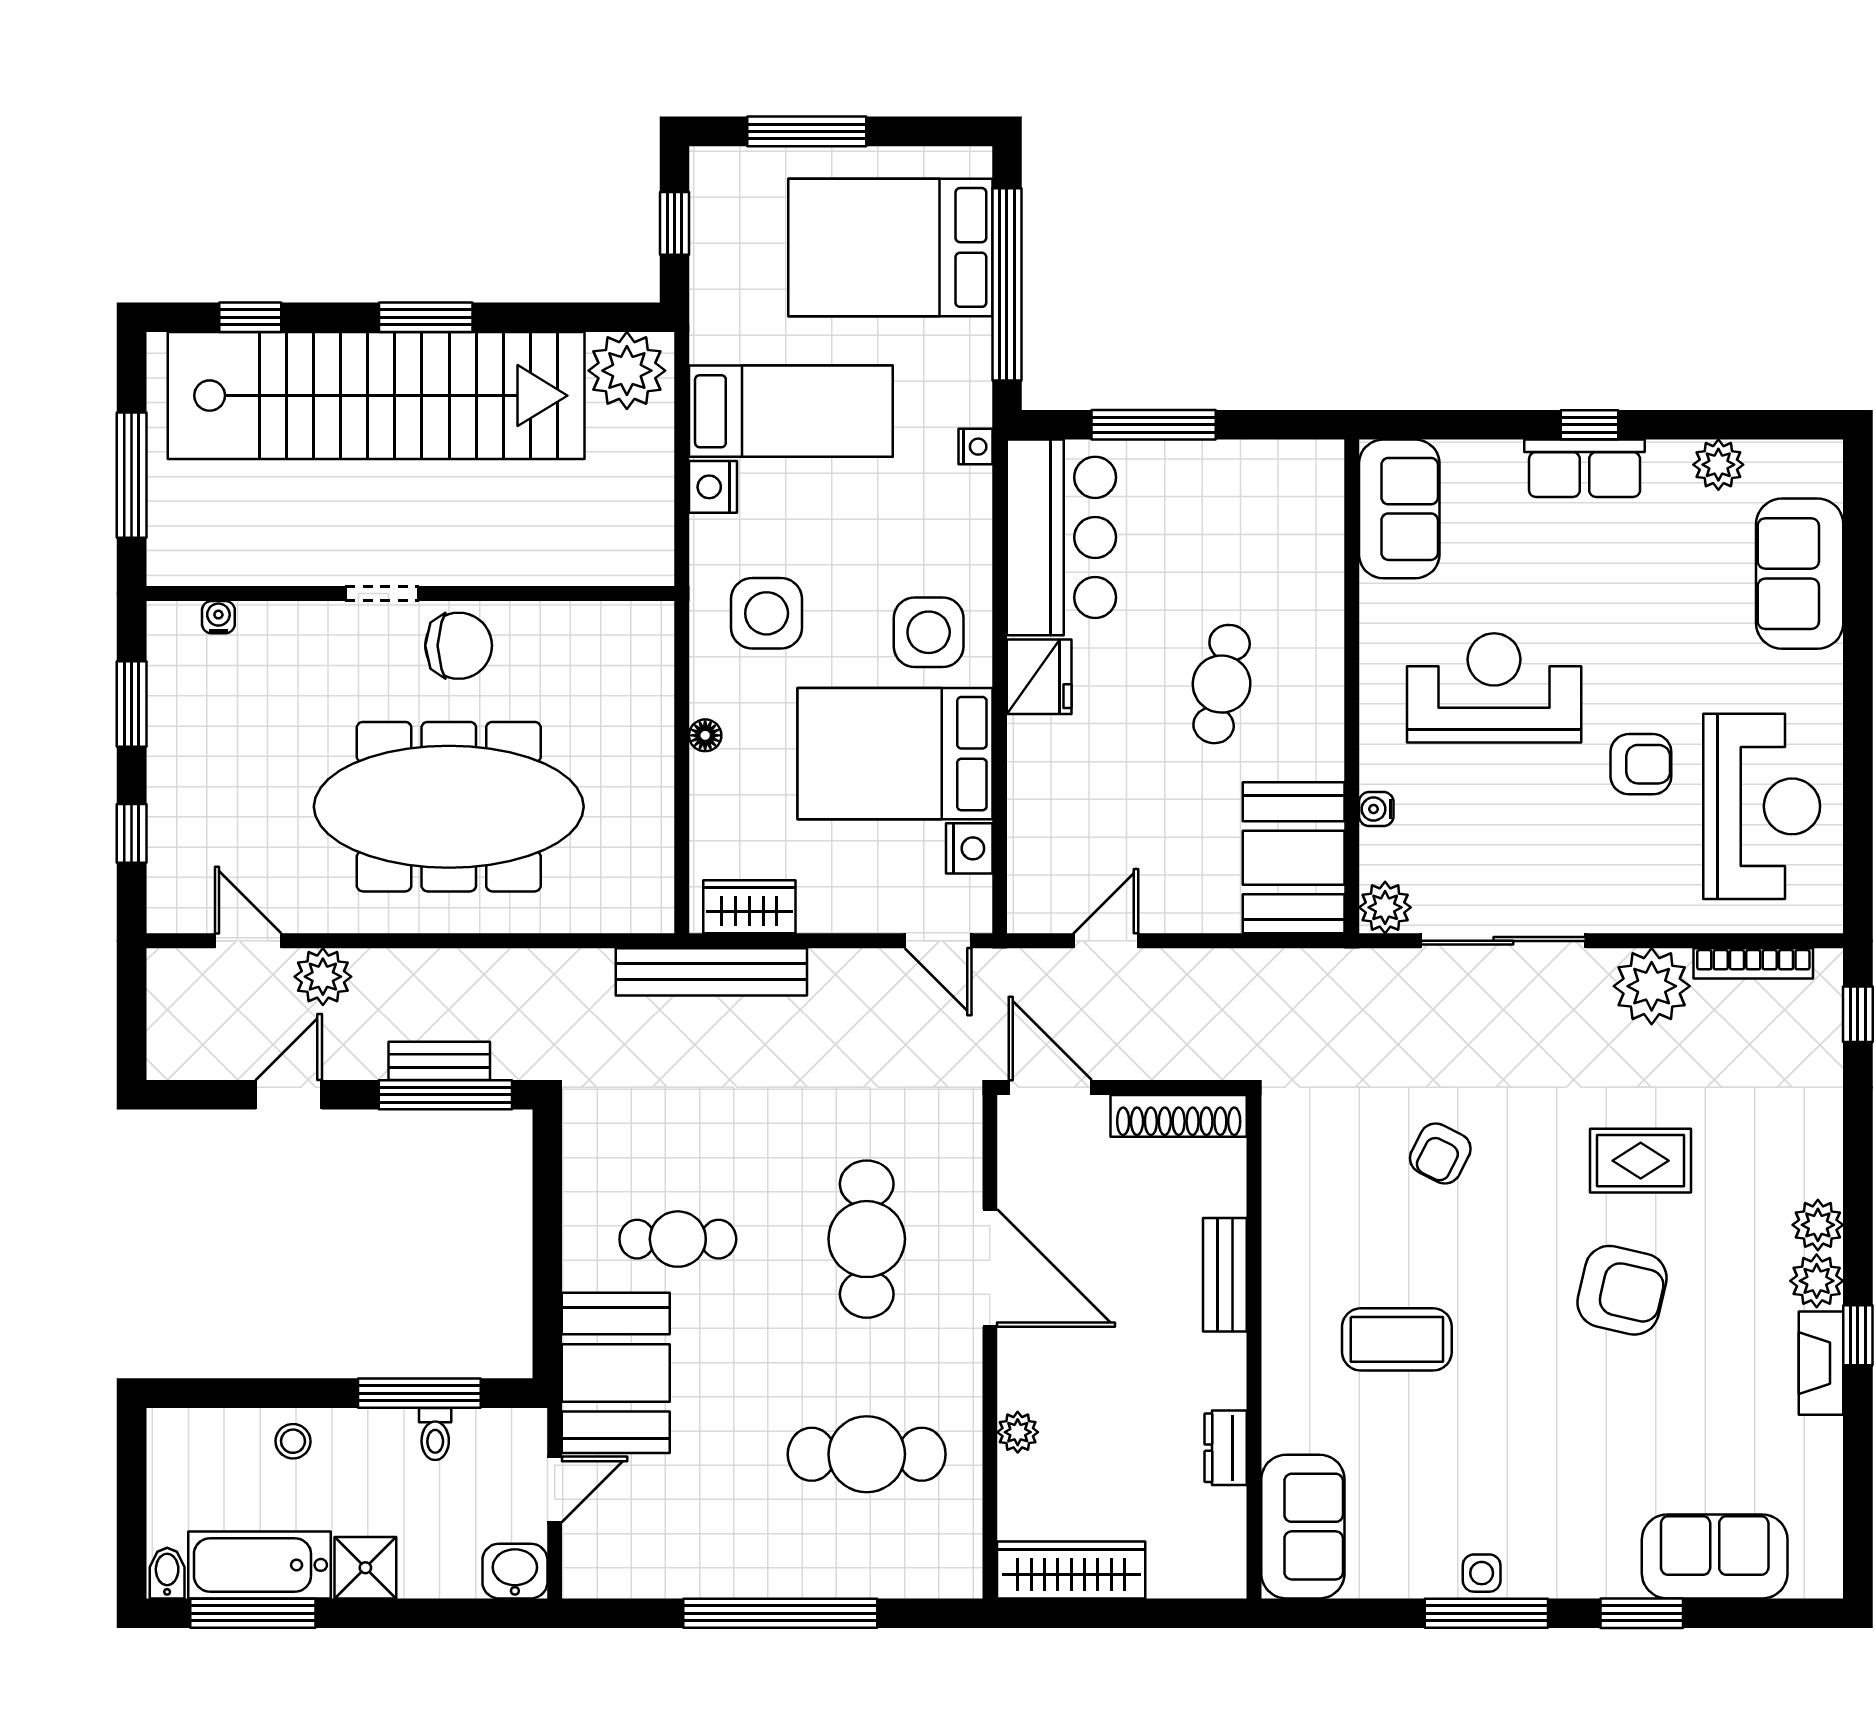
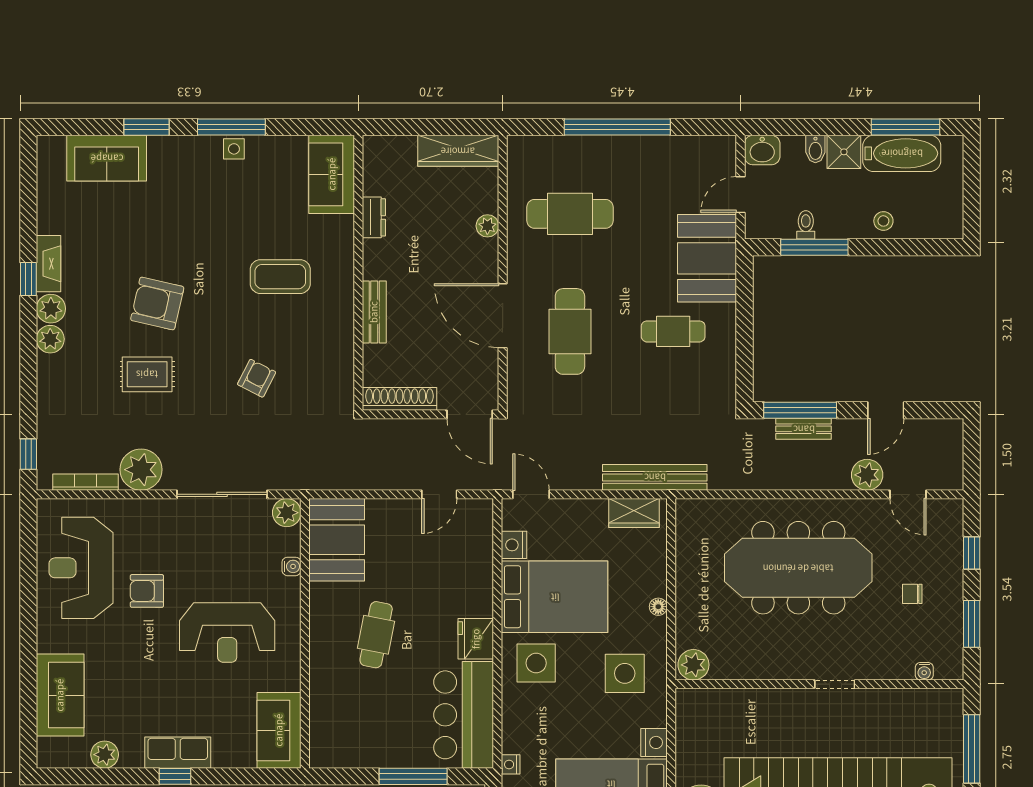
plant: (641, 629) -> (693, 665), added
chair: (459, 646) -> (912, 594), moved, width x0.54, depth x0.54
bidet: (167, 1573) -> (815, 149), moved

